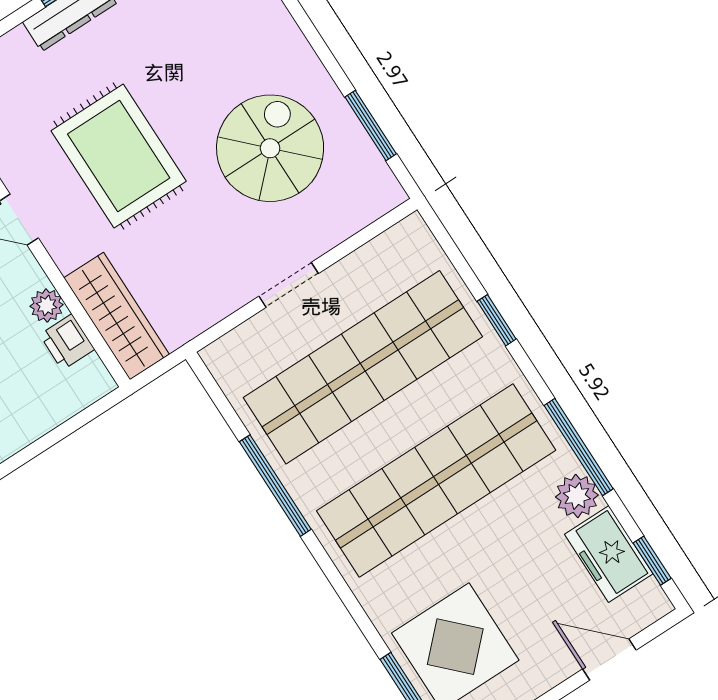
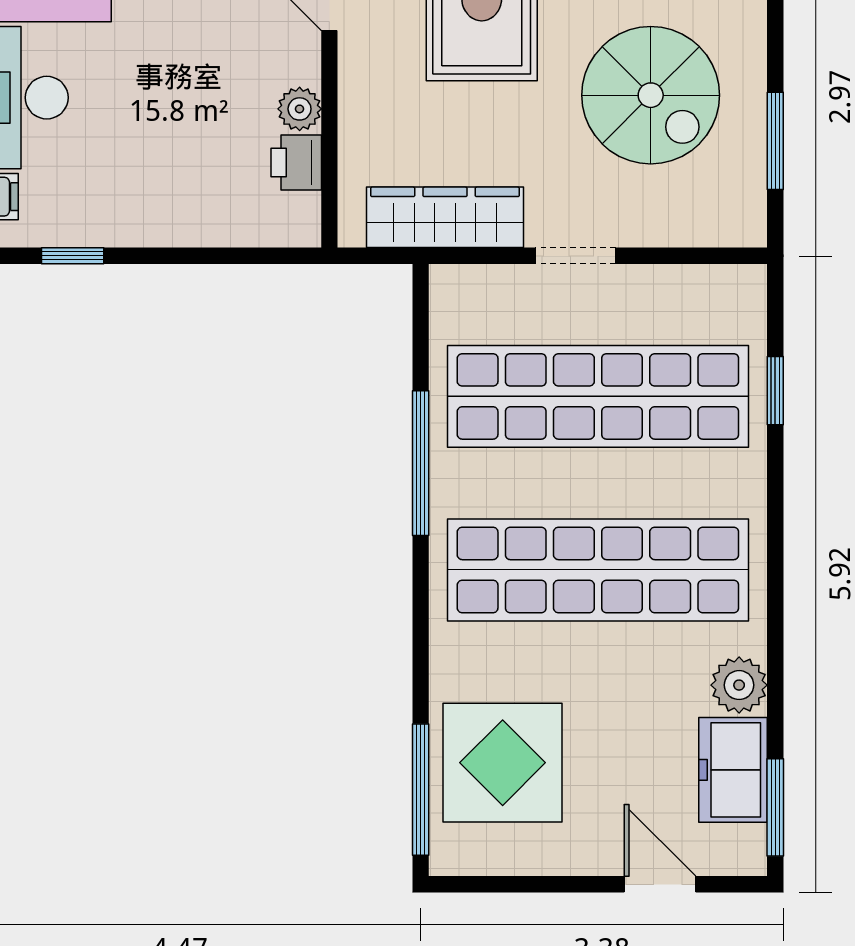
spiral stairs: (270, 148) -> (651, 95), turned 90
wardrobe: (117, 316) -> (445, 217), moved, turned -90
window: (497, 320) -> (775, 391), moved
window: (579, 447) -> (775, 633), removed
window: (652, 561) -> (775, 807), width x1.50

